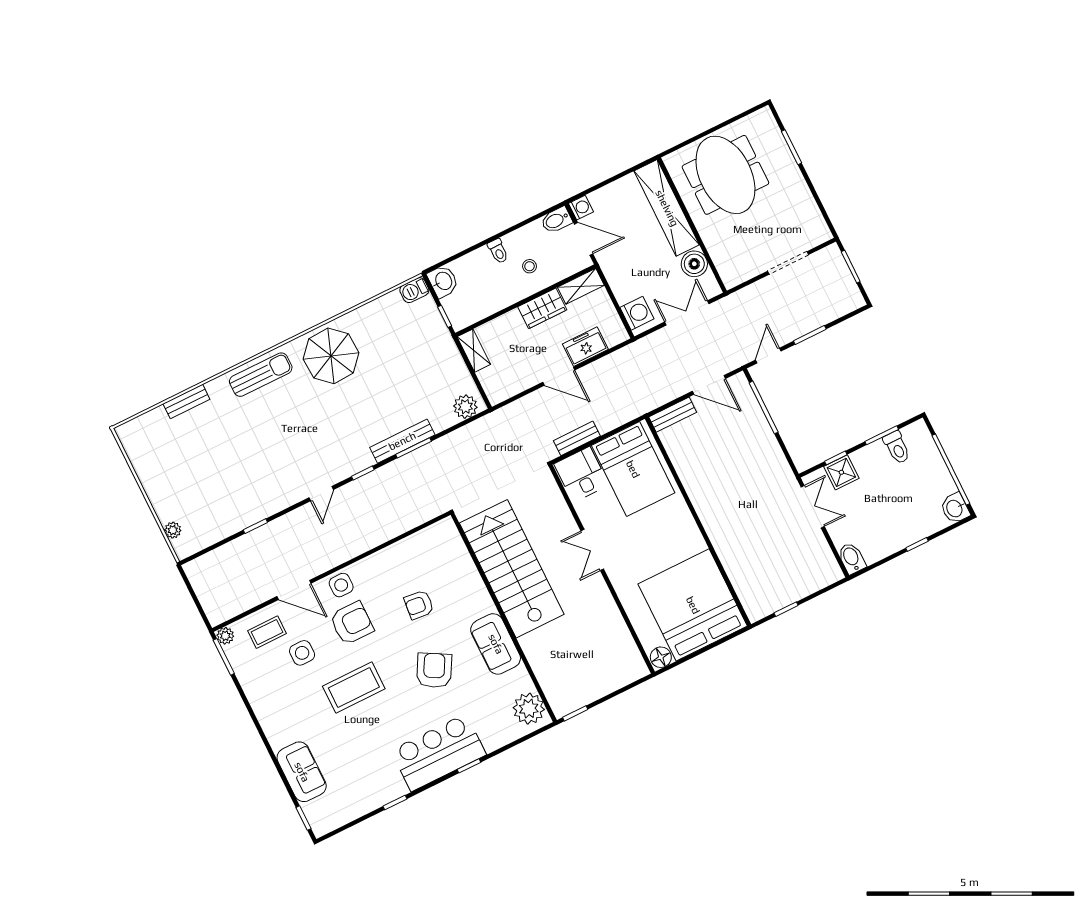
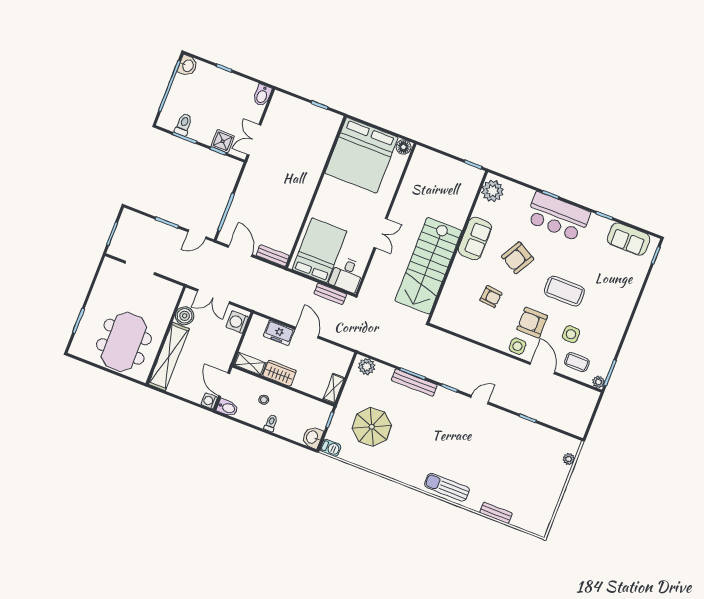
parasol: (331, 356) -> (372, 427), moved
sofa: (302, 772) -> (629, 239), moved, turned -90

